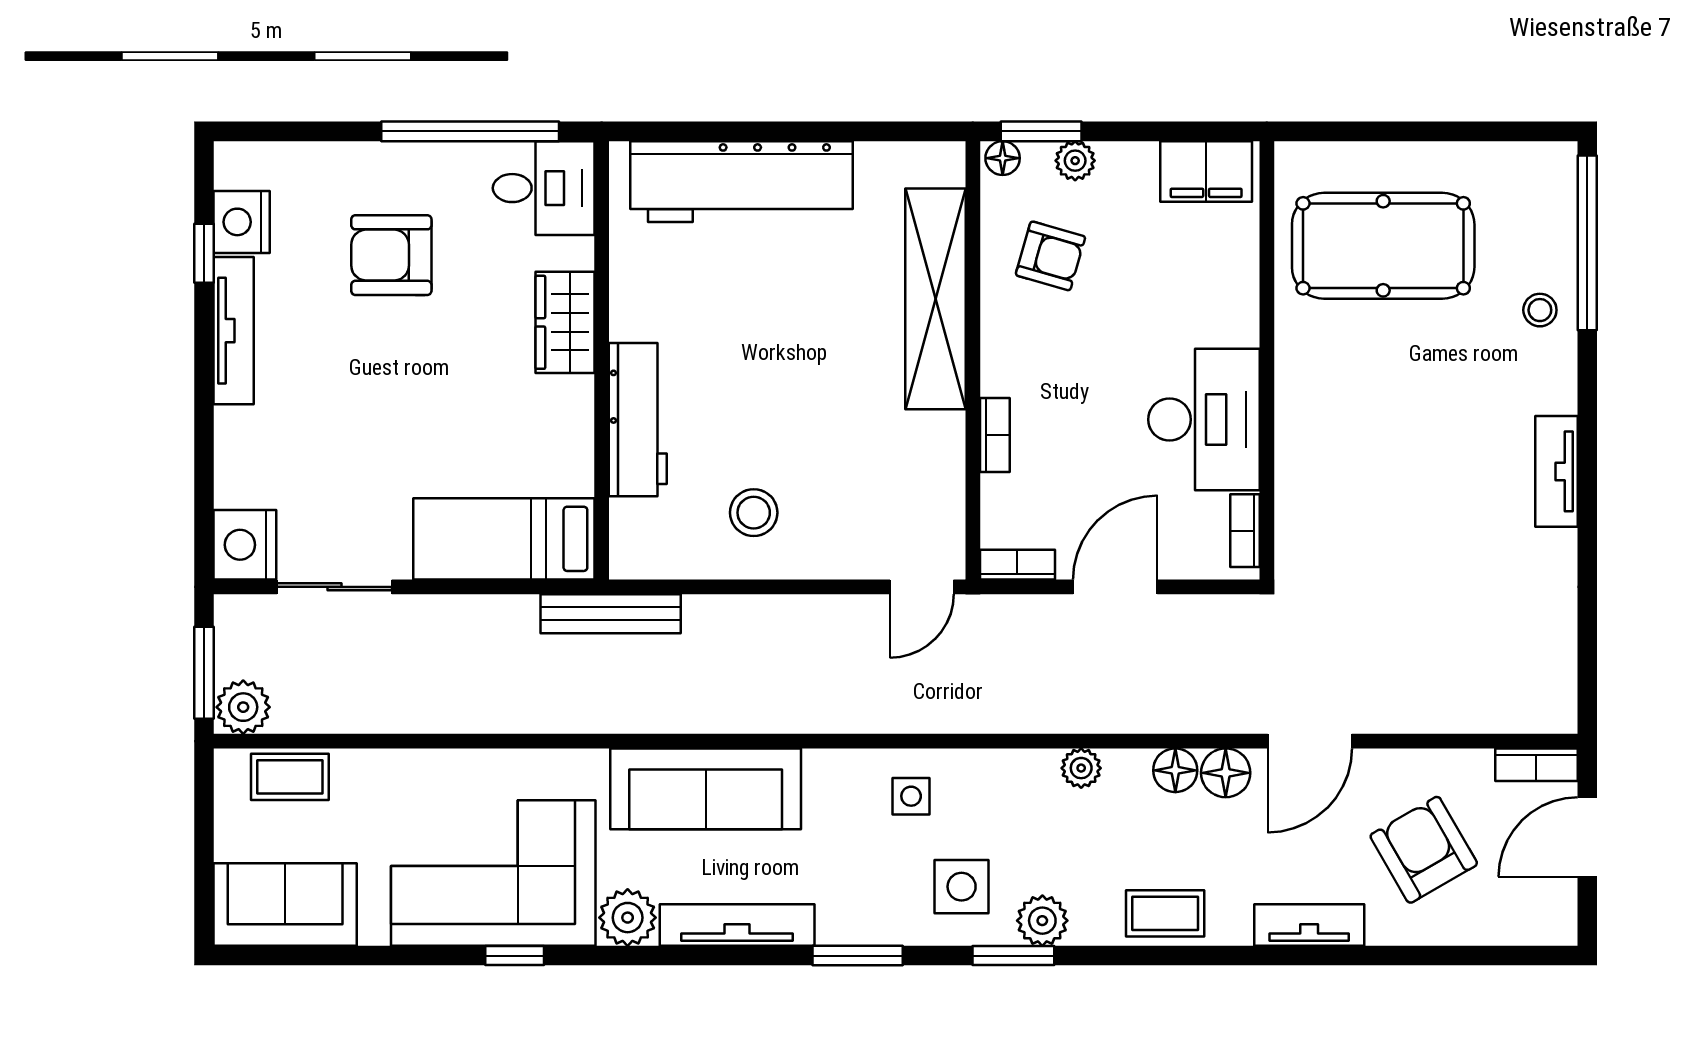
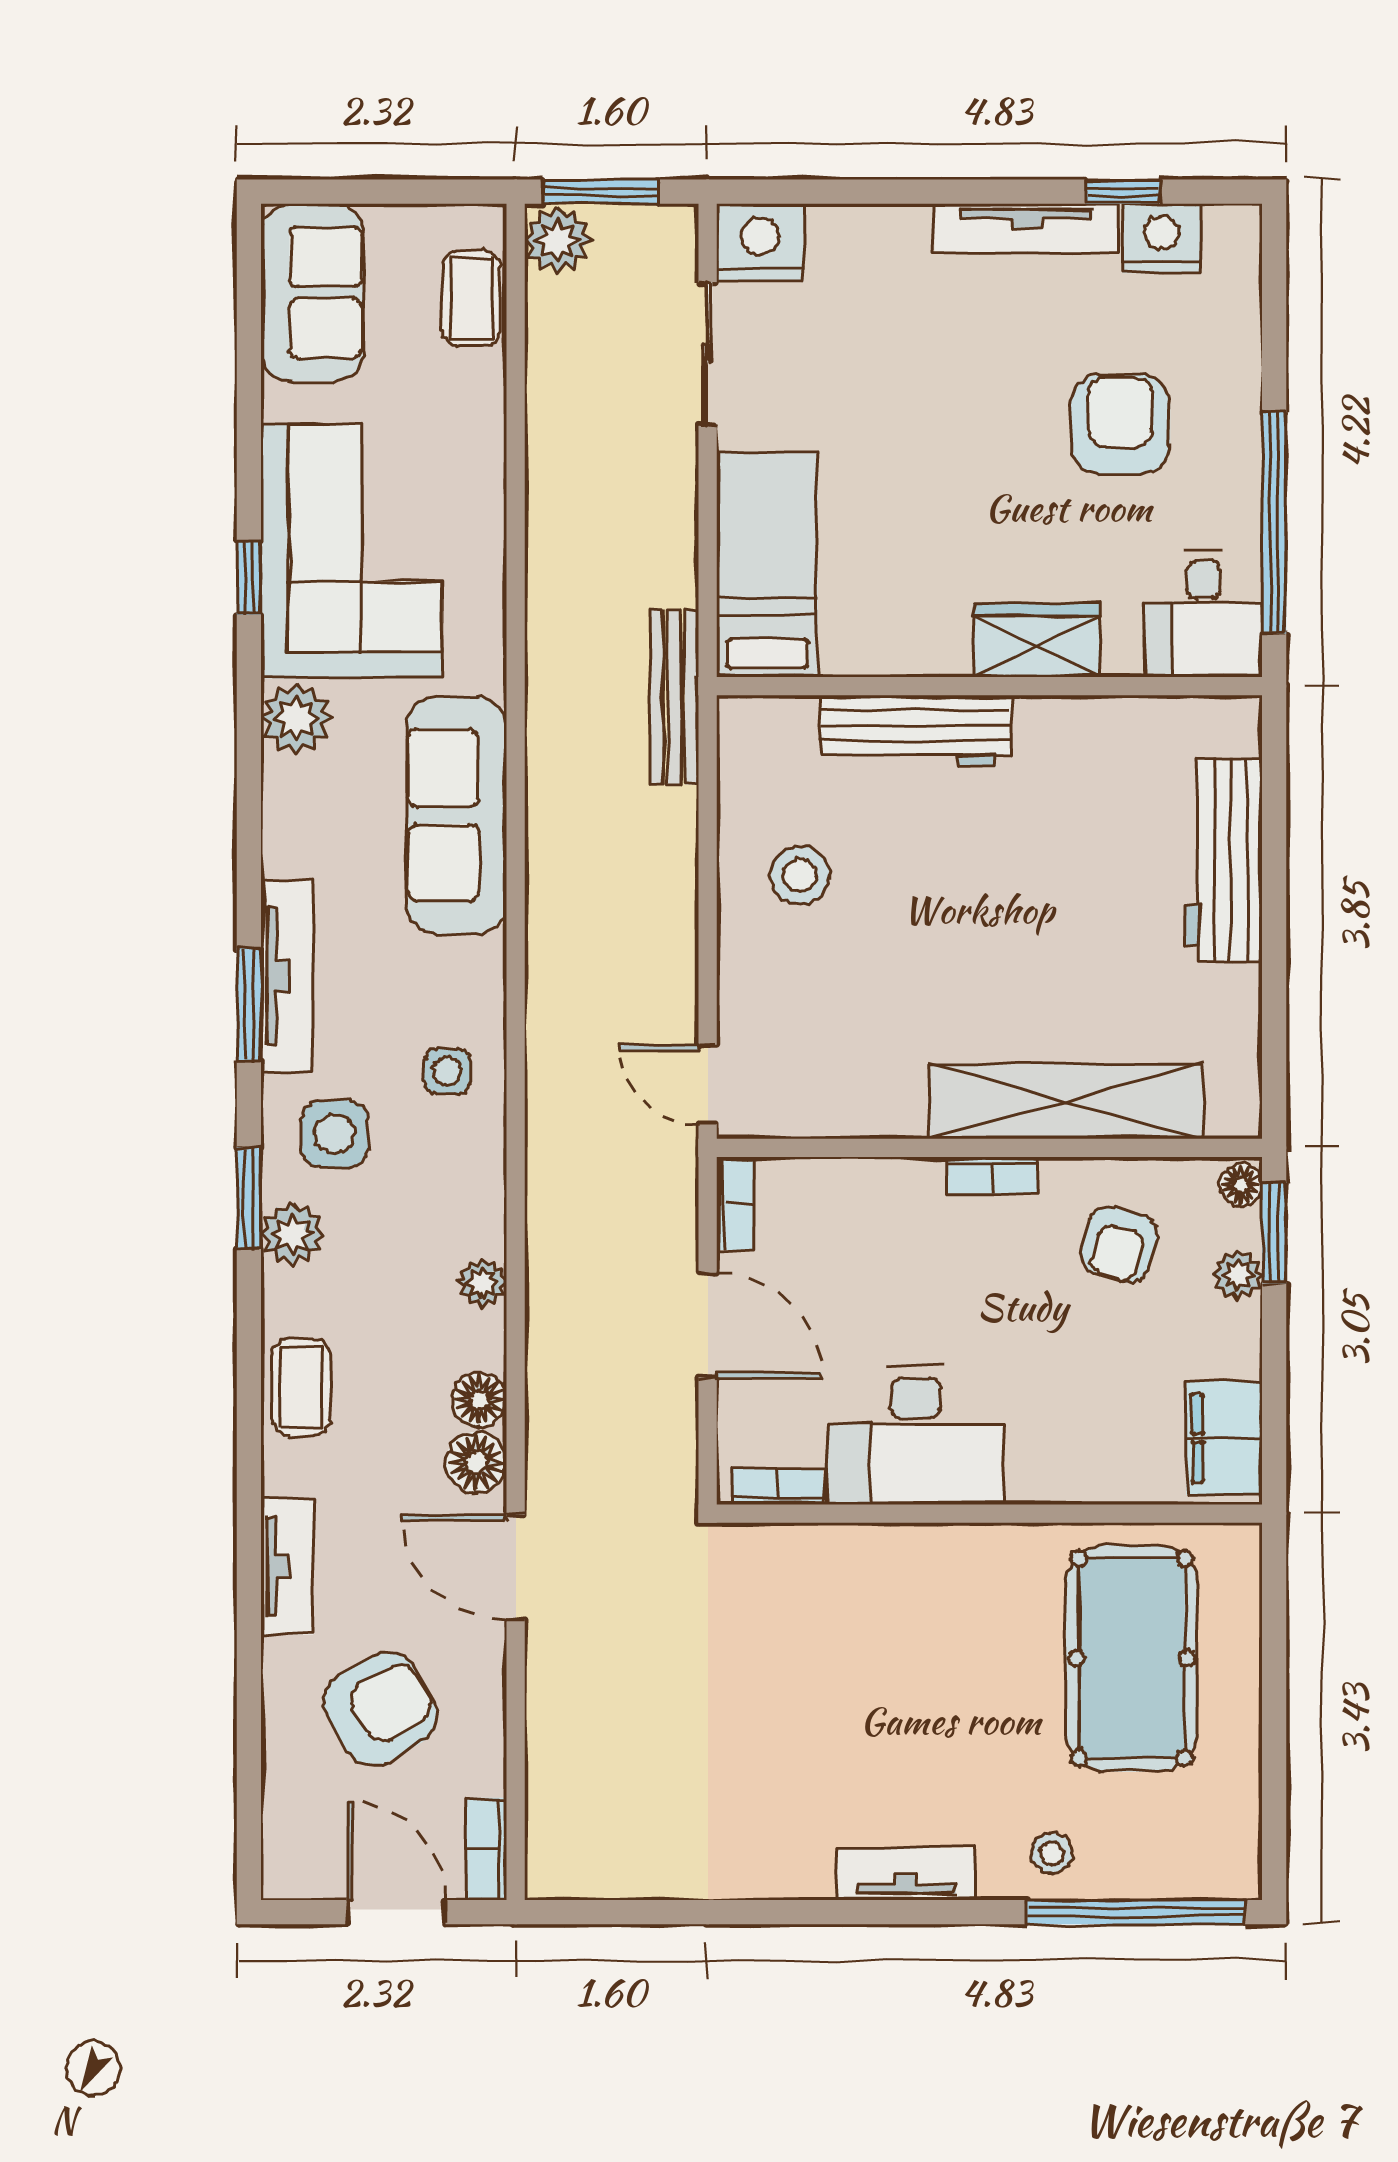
workbench: (741, 182) -> (1224, 860), width x0.73, depth x0.76
bookcase: (995, 435) -> (993, 1175), moved
tv unit: (1556, 471) -> (906, 1874), moved
tv unit: (737, 925) -> (287, 976), moved

